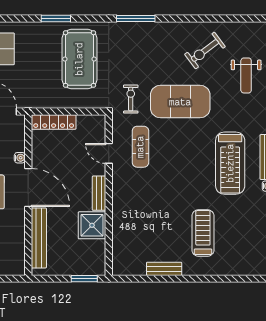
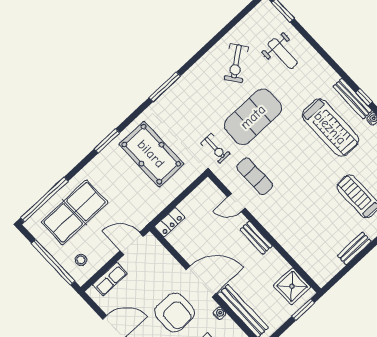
exercise bike: (131, 99) -> (215, 148), turned 180
locker: (54, 122) -> (170, 222), width x0.66
water cooler: (20, 158) -> (219, 313), moved
shower: (92, 225) -> (292, 286), moved

